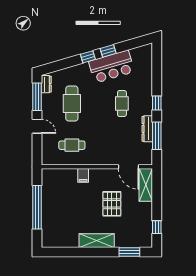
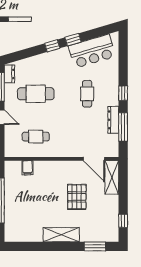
bar counter: (112, 67) -> (92, 51), moved
cafe table: (72, 104) -> (36, 94), turned 90
filing cabinet: (83, 175) -> (27, 168), moved

